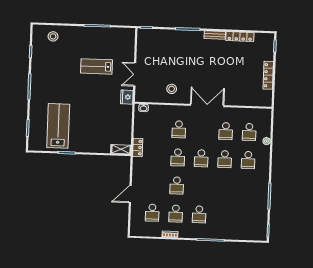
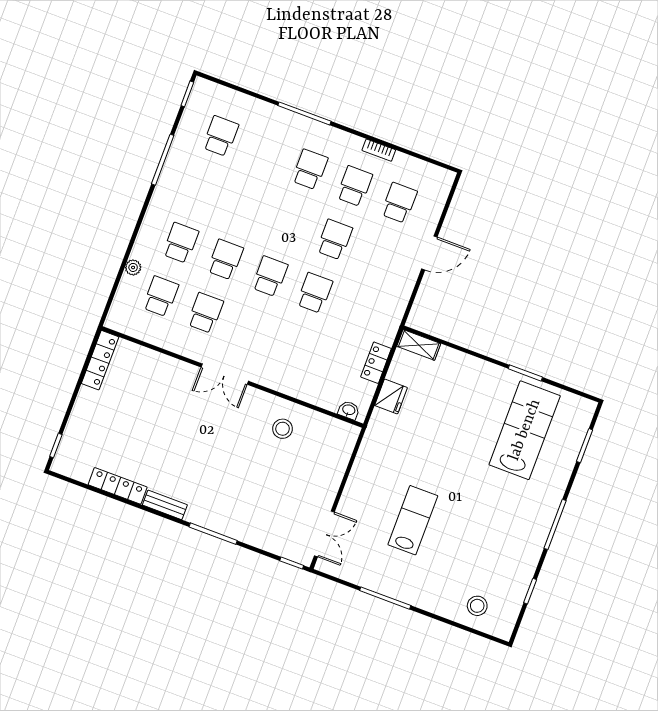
lab bench: (96, 66) -> (413, 520), turned -90
double door: (135, 74) -> (324, 534), moved
locker: (268, 75) -> (100, 360), moved
fridge: (127, 97) -> (391, 396), moved
double door: (207, 105) -> (225, 374), width x0.73
lab bench: (58, 126) -> (525, 430), turned 180
school desk: (179, 129) -> (221, 136), moved
locker: (138, 147) -> (376, 363), moved

